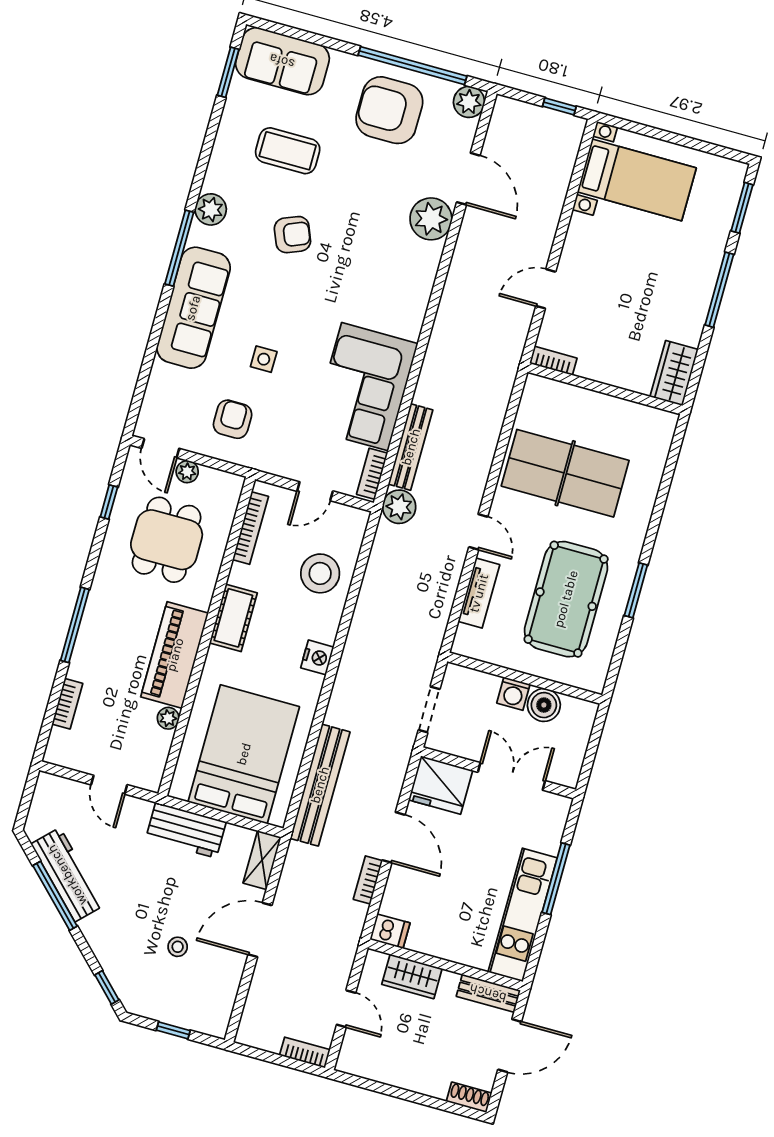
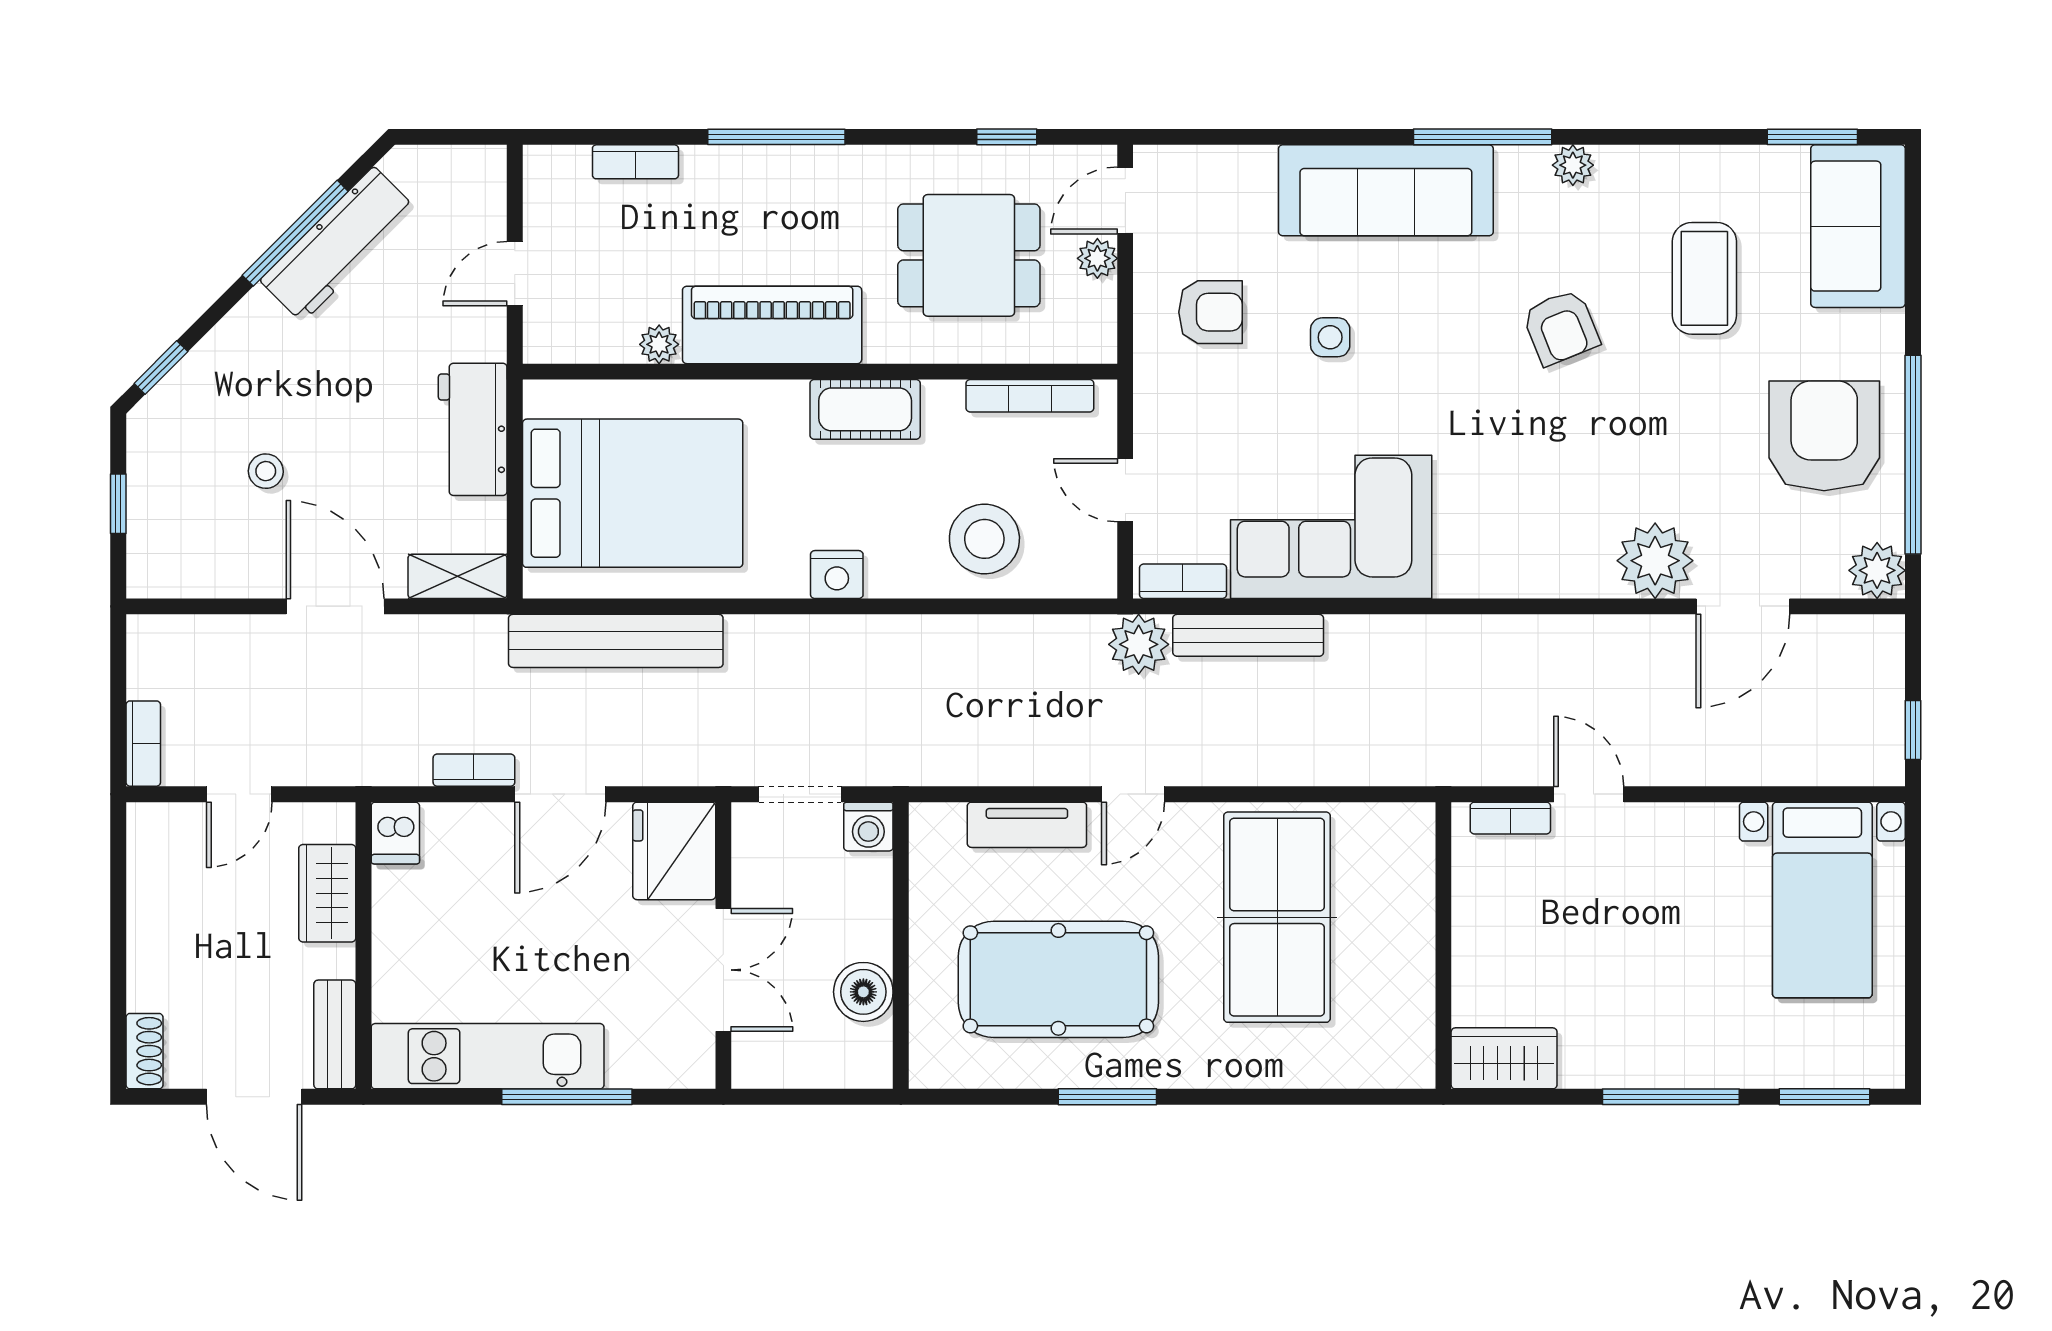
plant: (211, 209) -> (1573, 165), width x0.73, depth x0.73
bookcase: (553, 361) -> (1510, 818), moved, turned 90
washing machine: (513, 694) -> (868, 827), moved, turned -90

